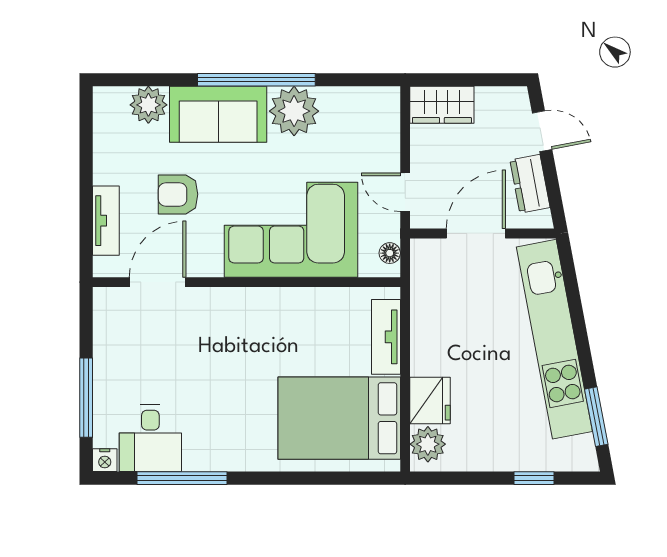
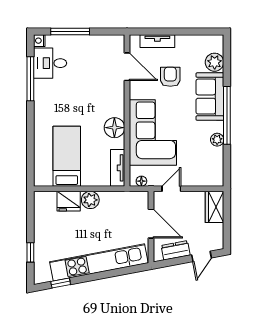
plant: (294, 111) -> (217, 140), width x0.53, depth x0.53
floor lamp: (281, 308) -> (114, 128), added
tv unit: (386, 337) -> (118, 168), moved, turned -90
window: (596, 417) -> (61, 283), width x0.67
bed: (339, 418) -> (67, 156), width x0.67
plant: (428, 444) -> (90, 200), moved

